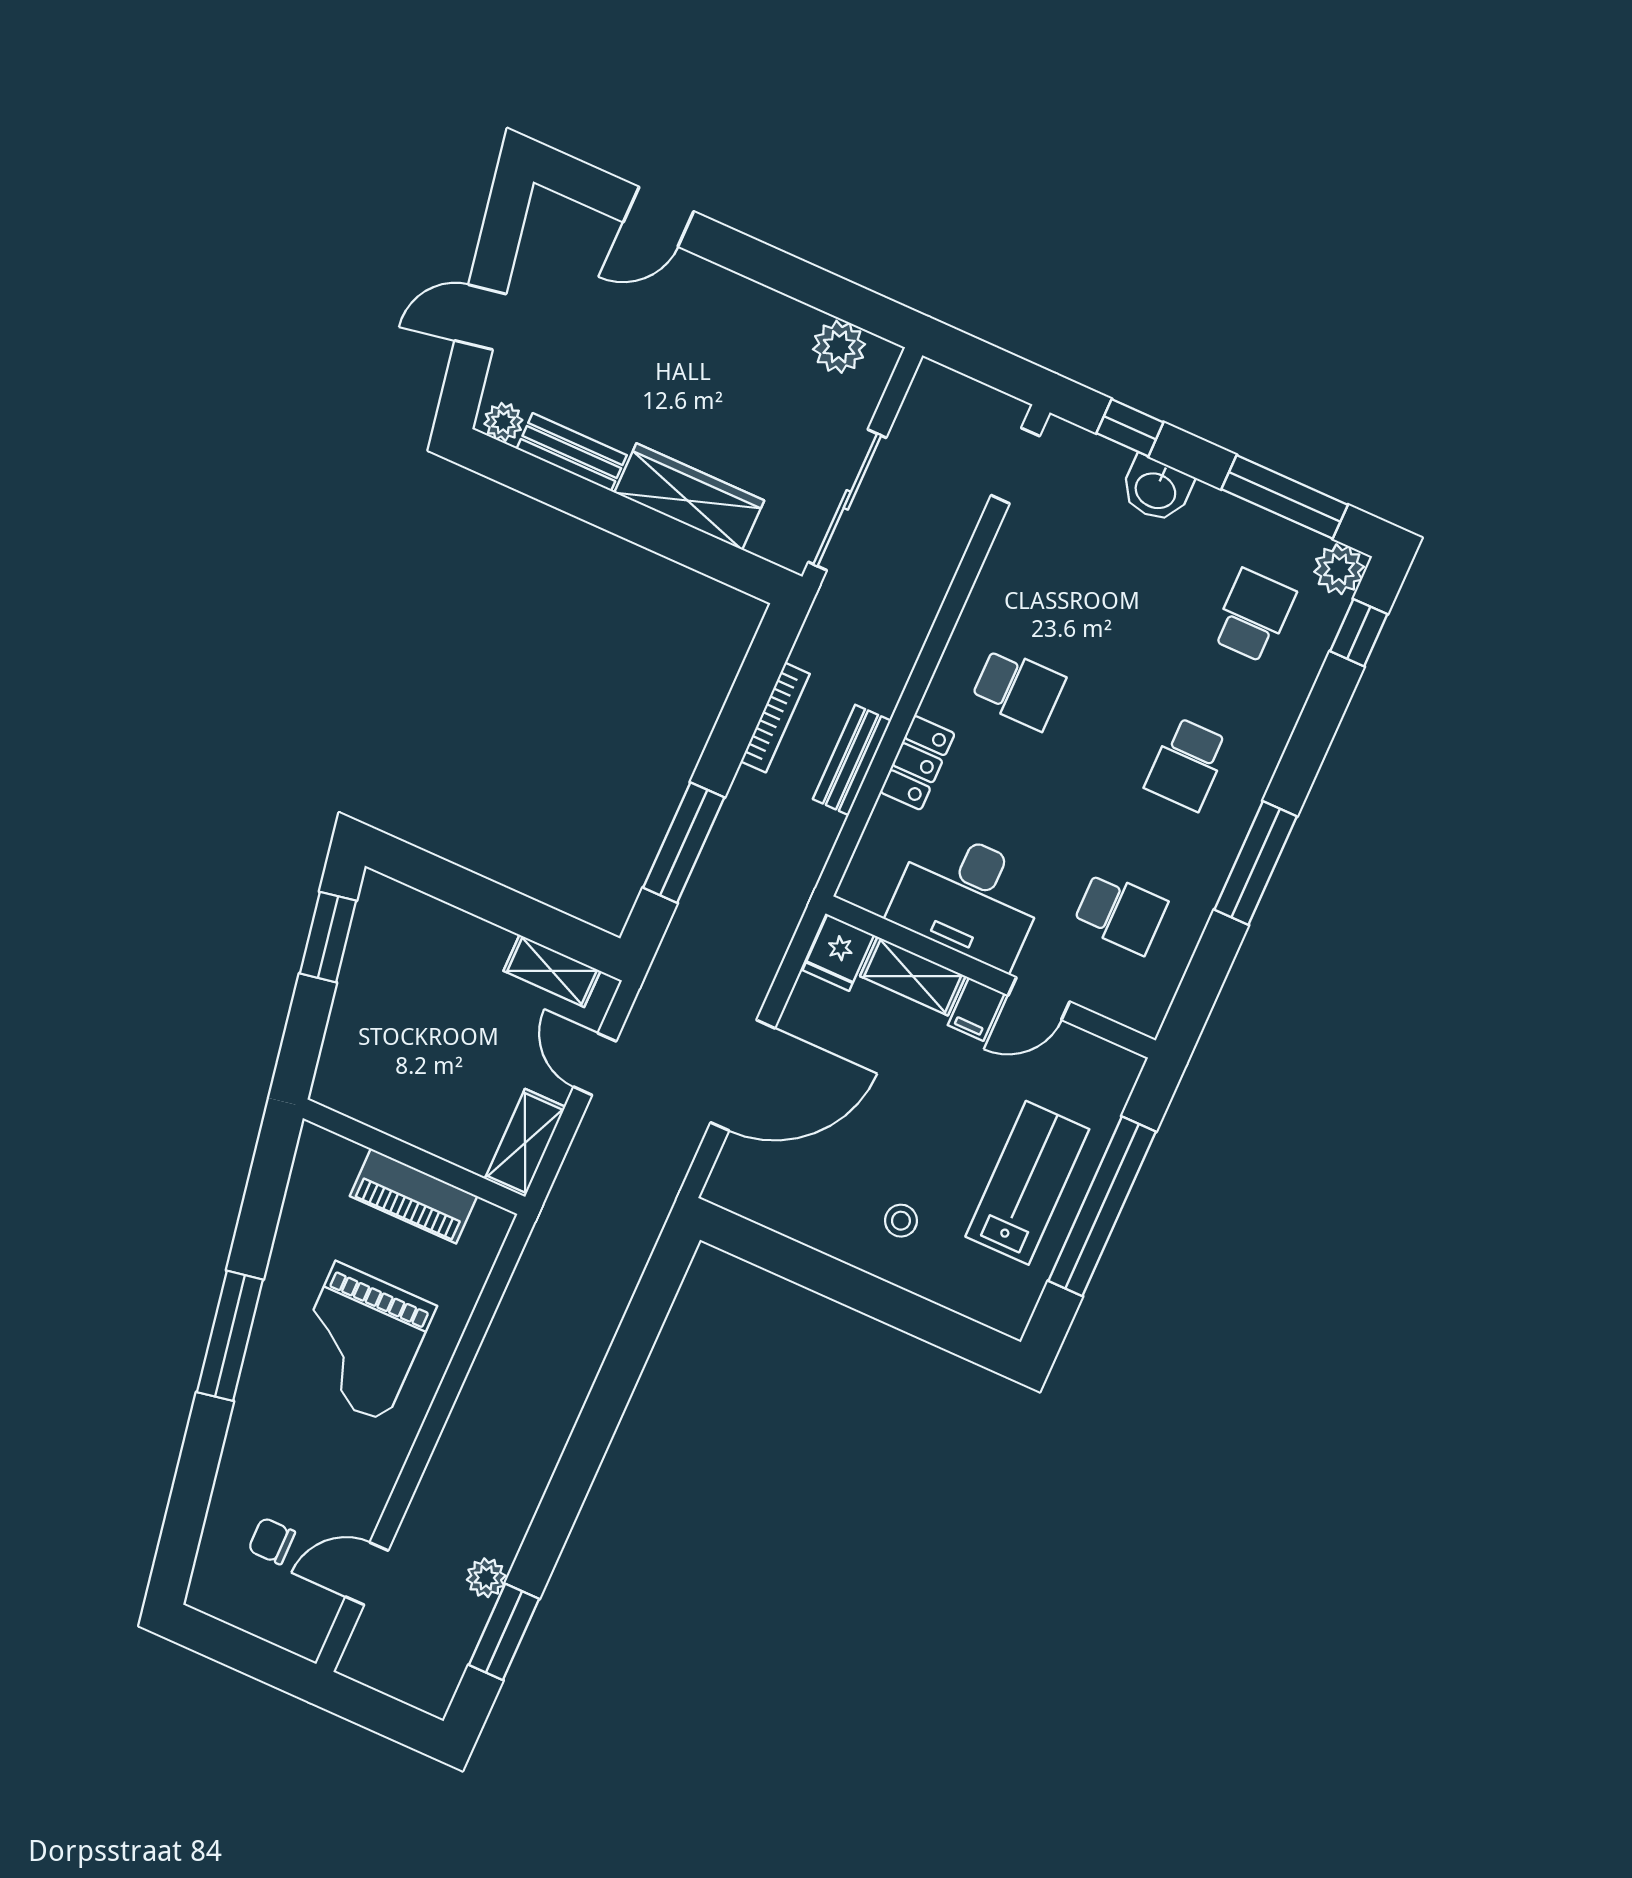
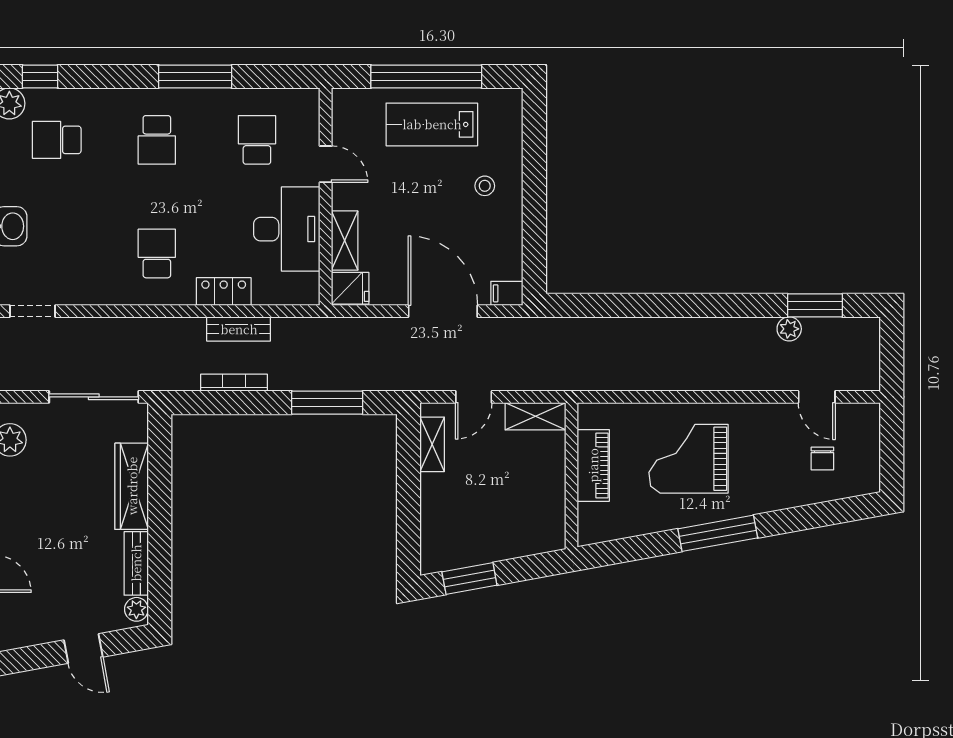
school desk: (1187, 764) -> (157, 140), turned 90
filing cabinet: (976, 1009) -> (507, 293), moved, turned 180
grand piano: (360, 1342) -> (689, 459), turned 180

